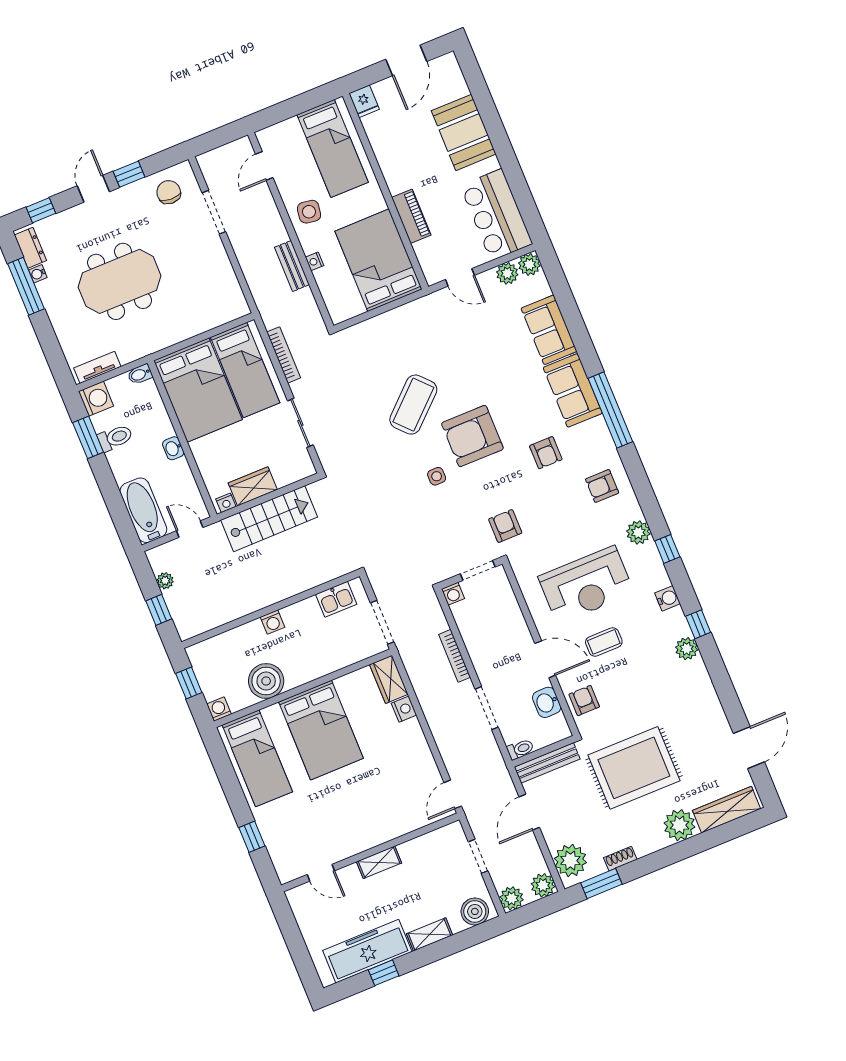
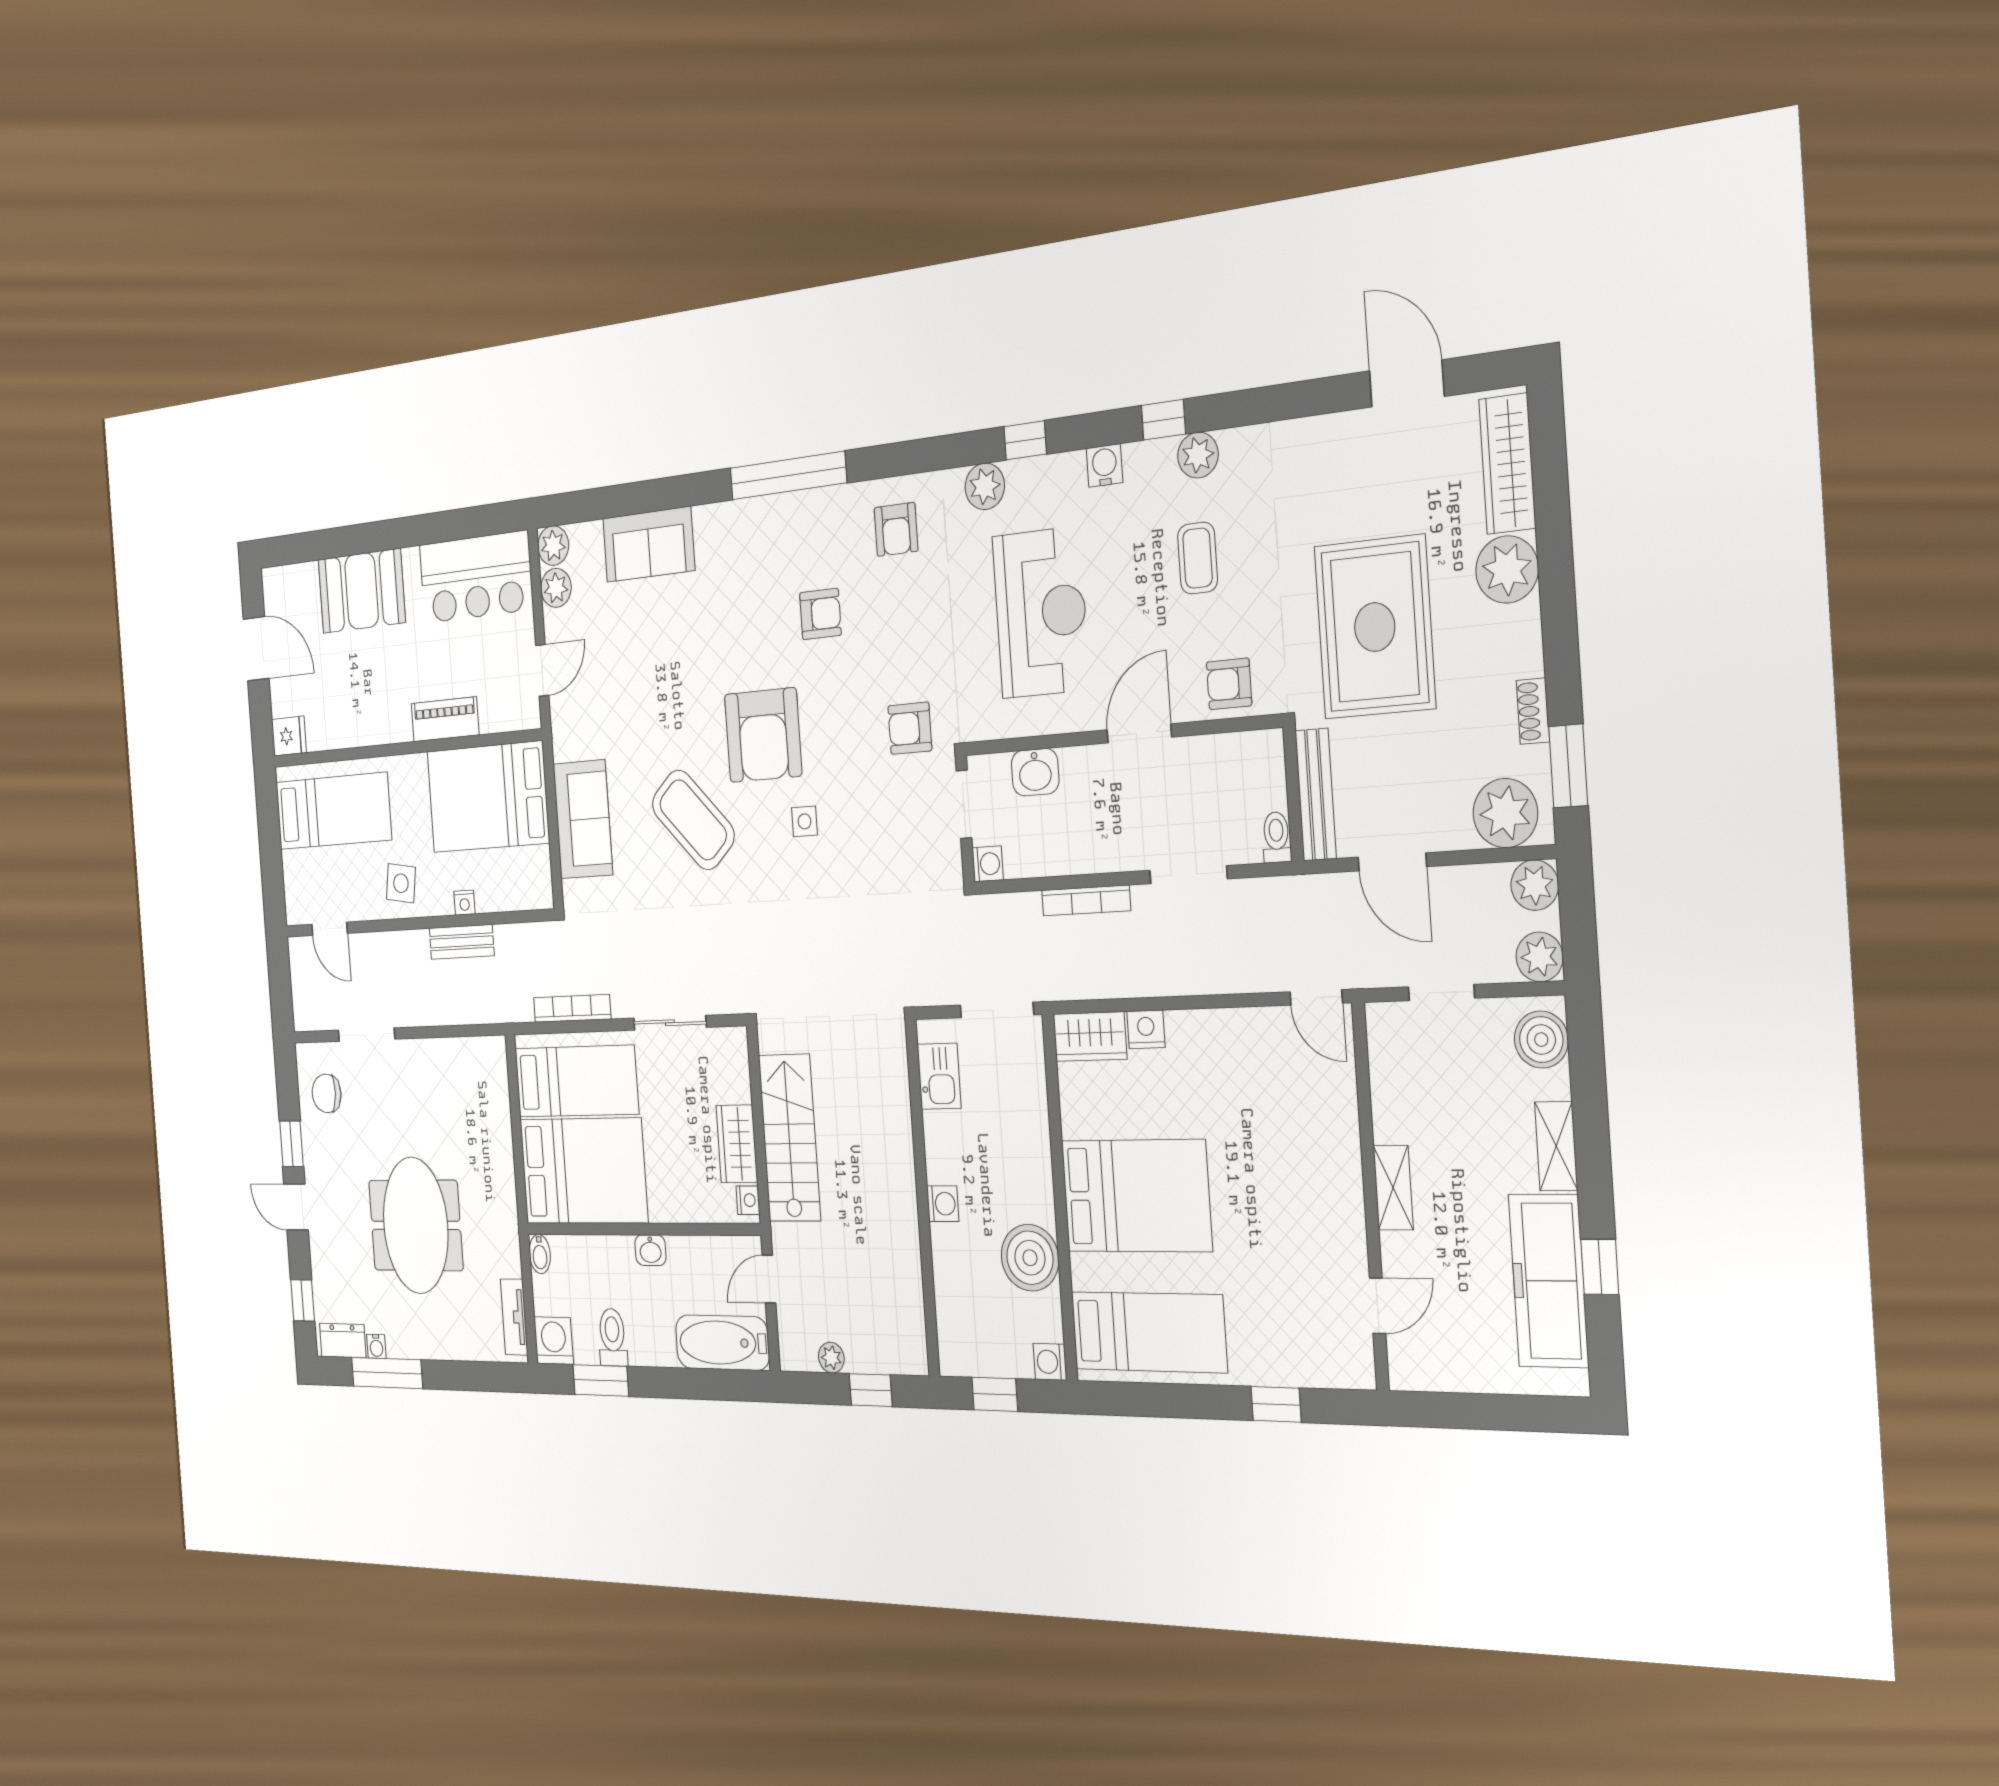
sofa: (573, 390) -> (583, 819), moved, turned -90
coffee table: (604, 642) -> (1198, 558), moved
washbasin: (547, 702) -> (1035, 772), moved

